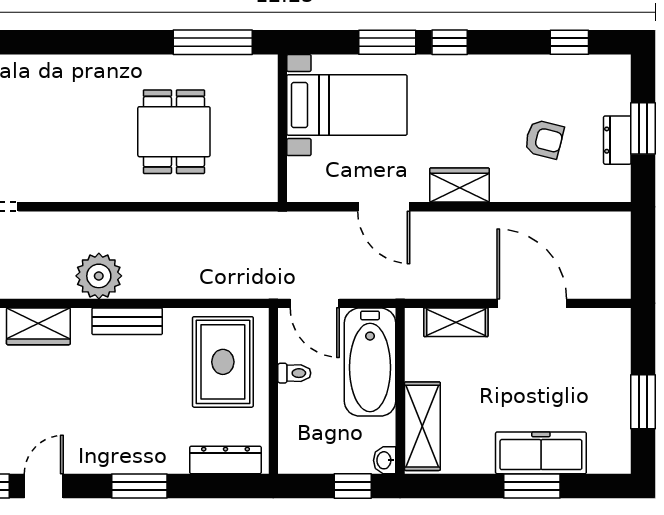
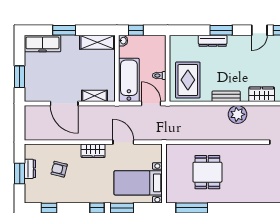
window: (643, 402) -> (20, 77), moved
shelving: (422, 426) -> (97, 42), moved, turned 90
freezer: (541, 453) -> (43, 44), moved
dresser: (225, 460) -> (213, 41), moved

